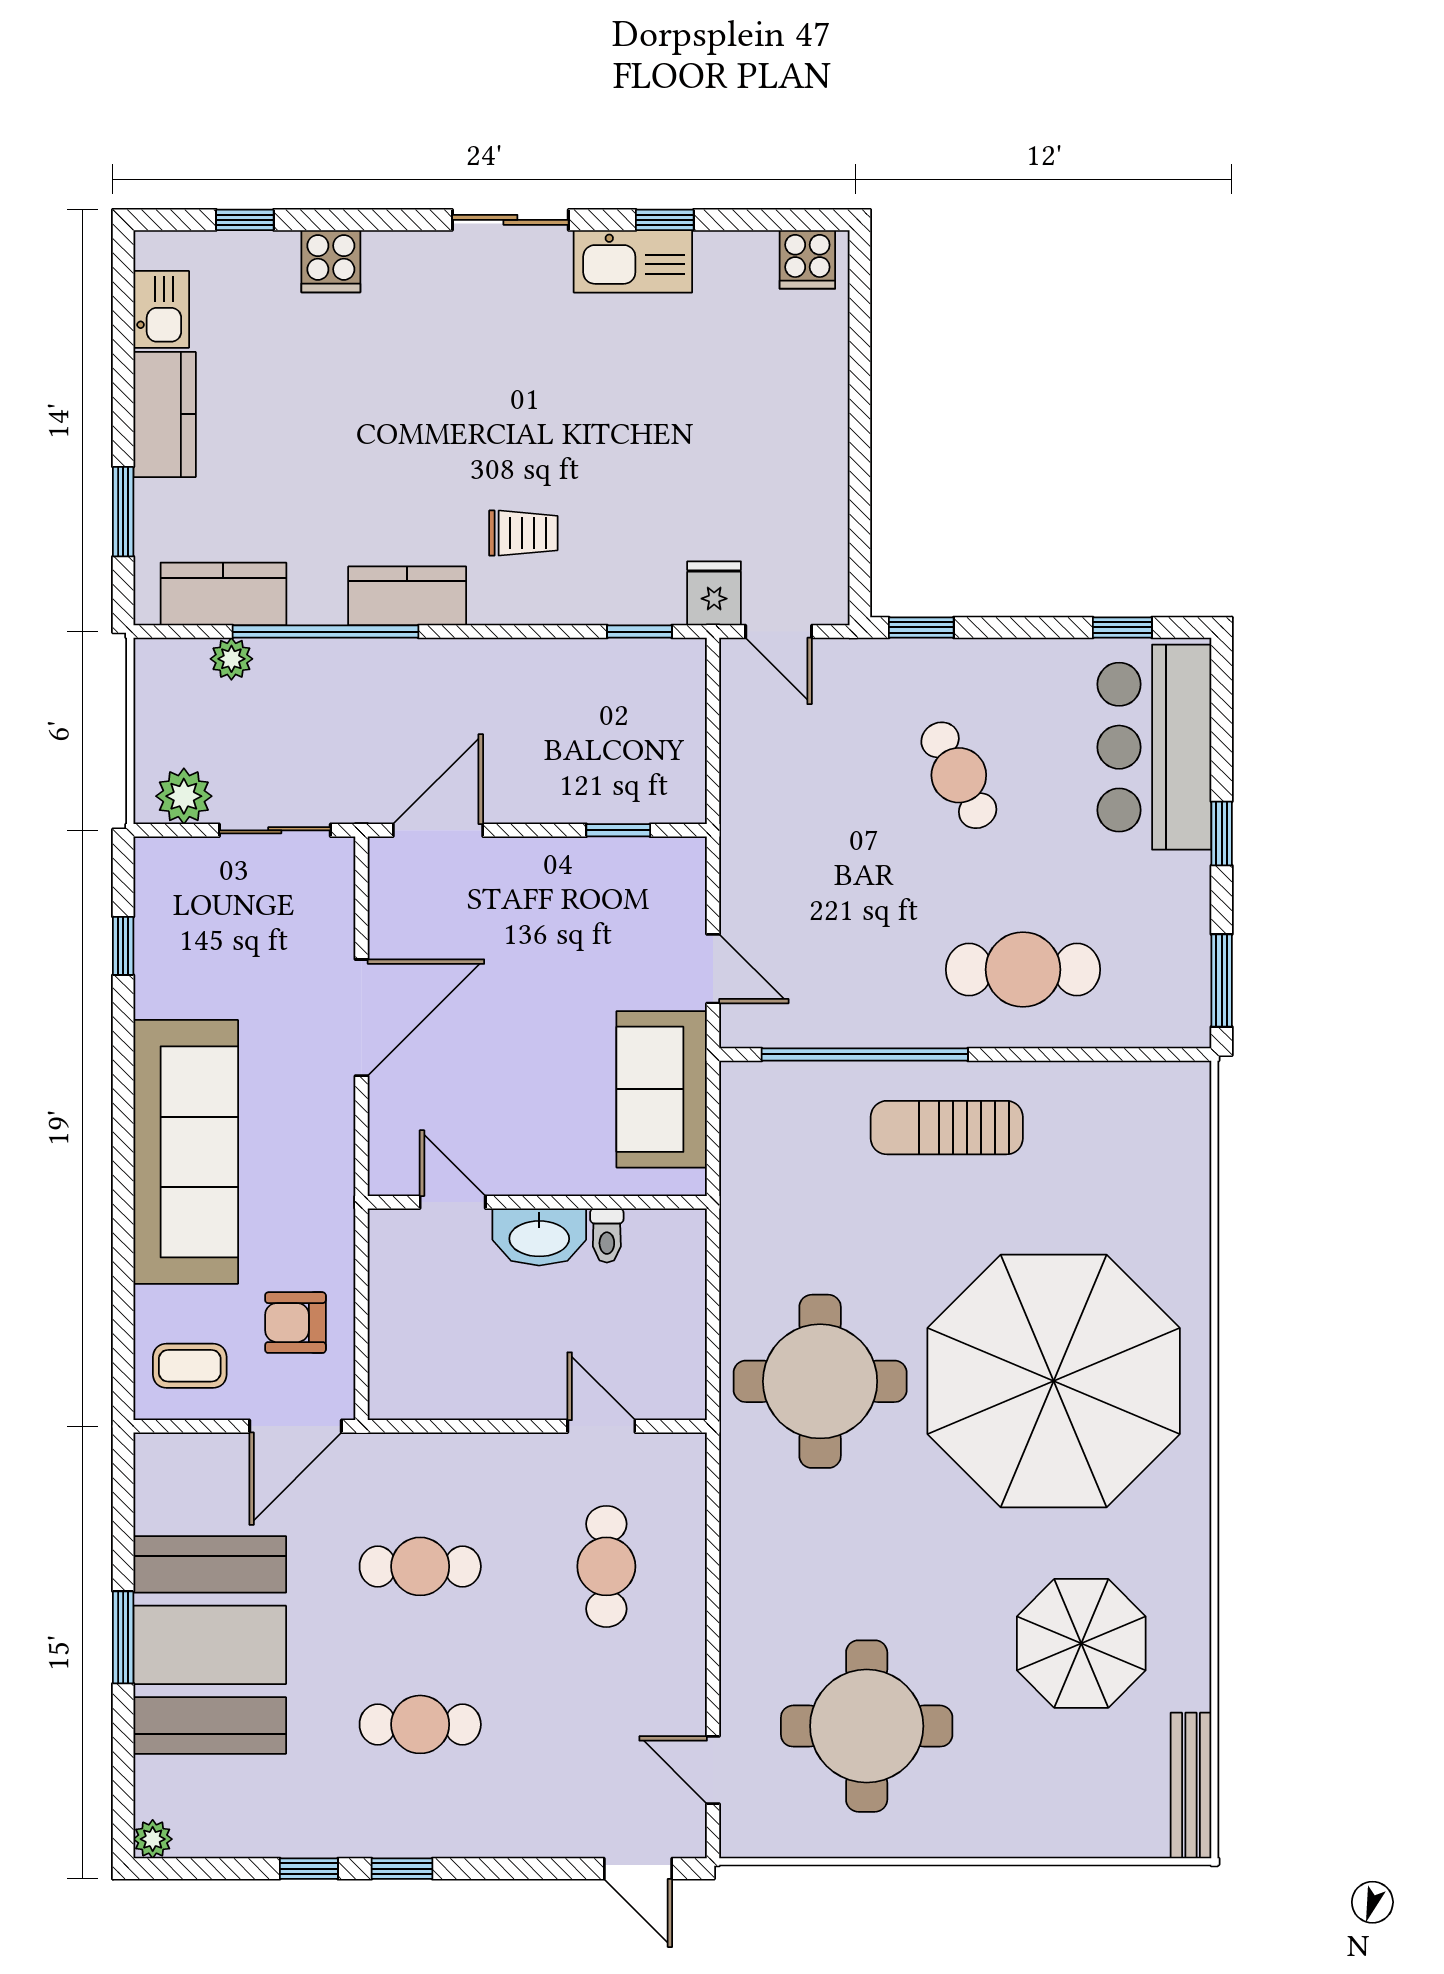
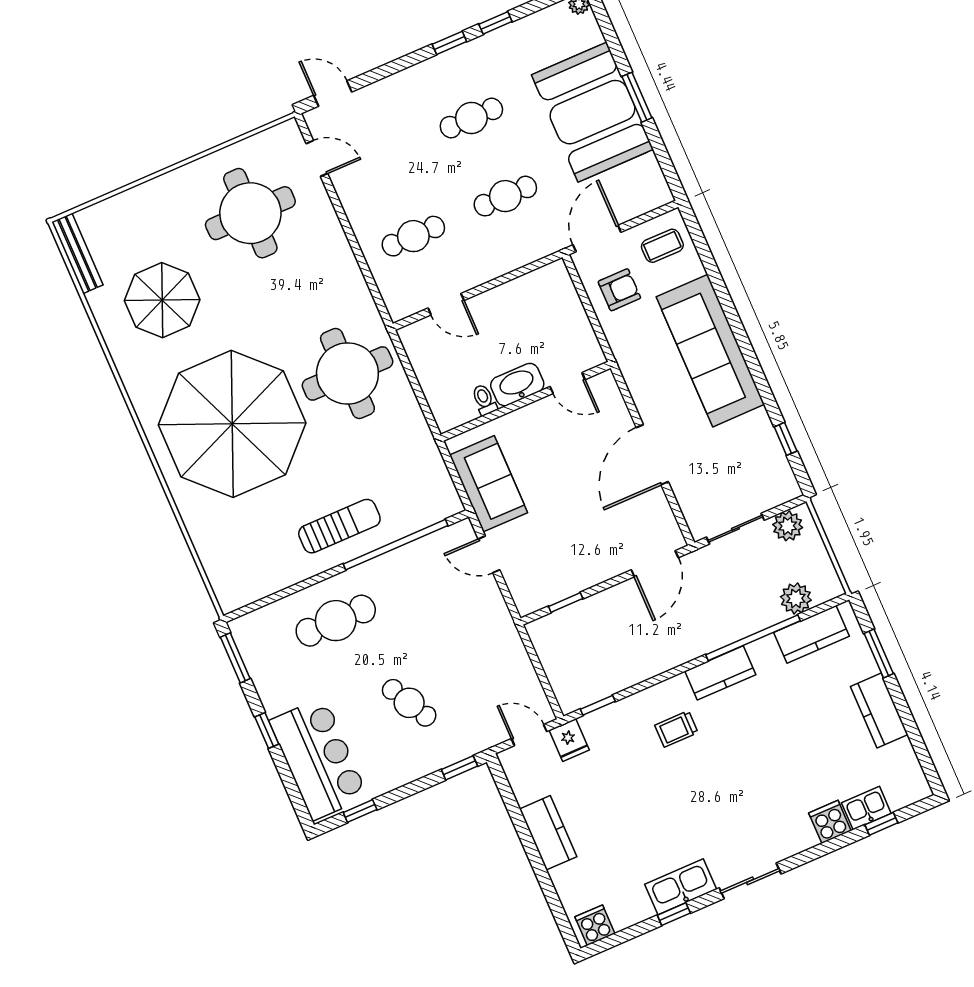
kitchen sink: (161, 309) -> (866, 808), moved, turned 90
kitchen counter: (819, 451) -> (548, 833), added
plant: (231, 659) -> (796, 598), width x1.38, depth x1.38
cafe table: (606, 1566) -> (413, 236), turned 90

